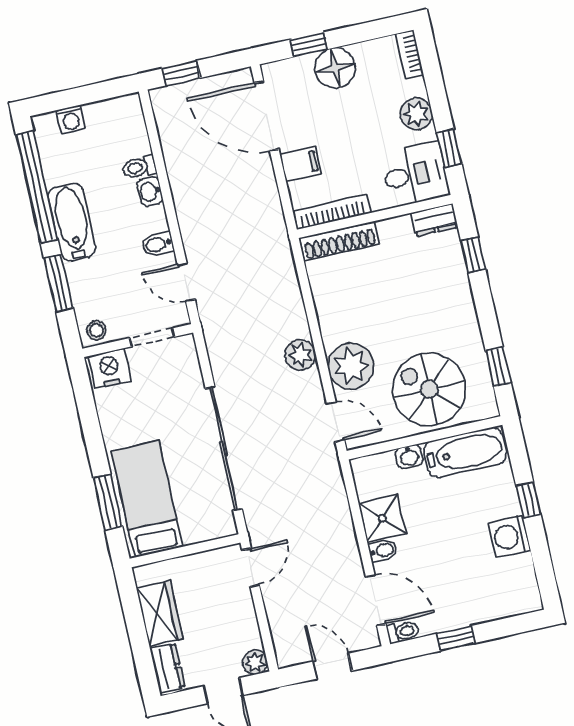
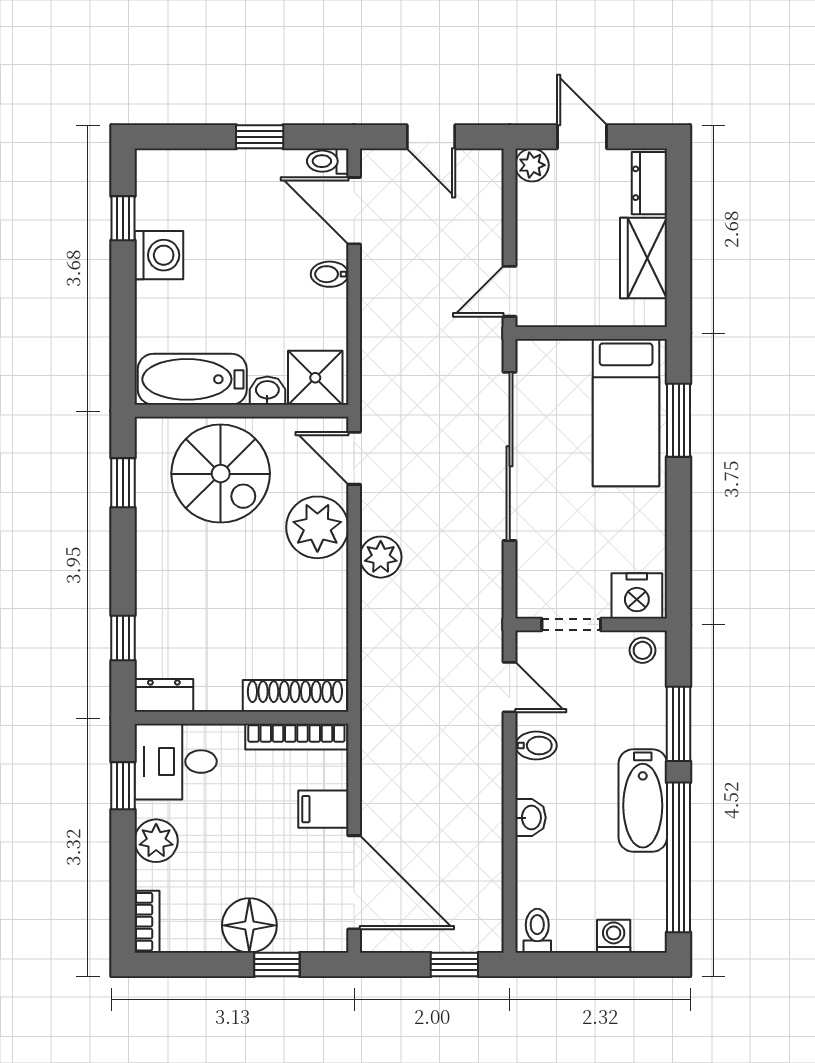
toilet: (139, 167) -> (537, 931), moved, turned -90
window: (528, 500) -> (123, 218), moved
shower: (382, 518) -> (315, 378), moved

